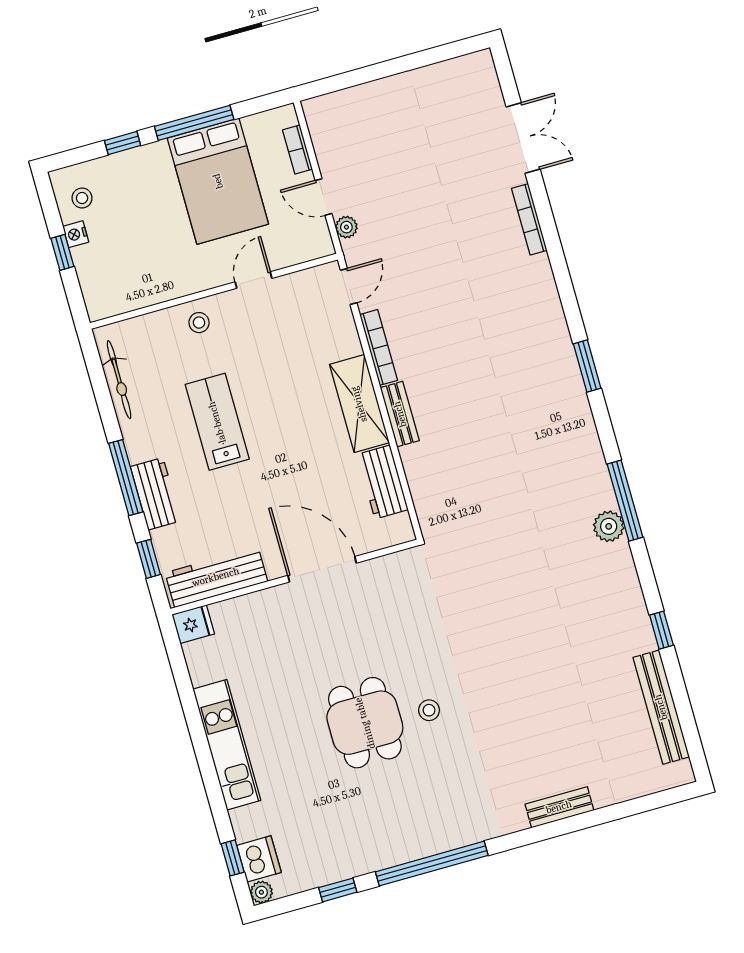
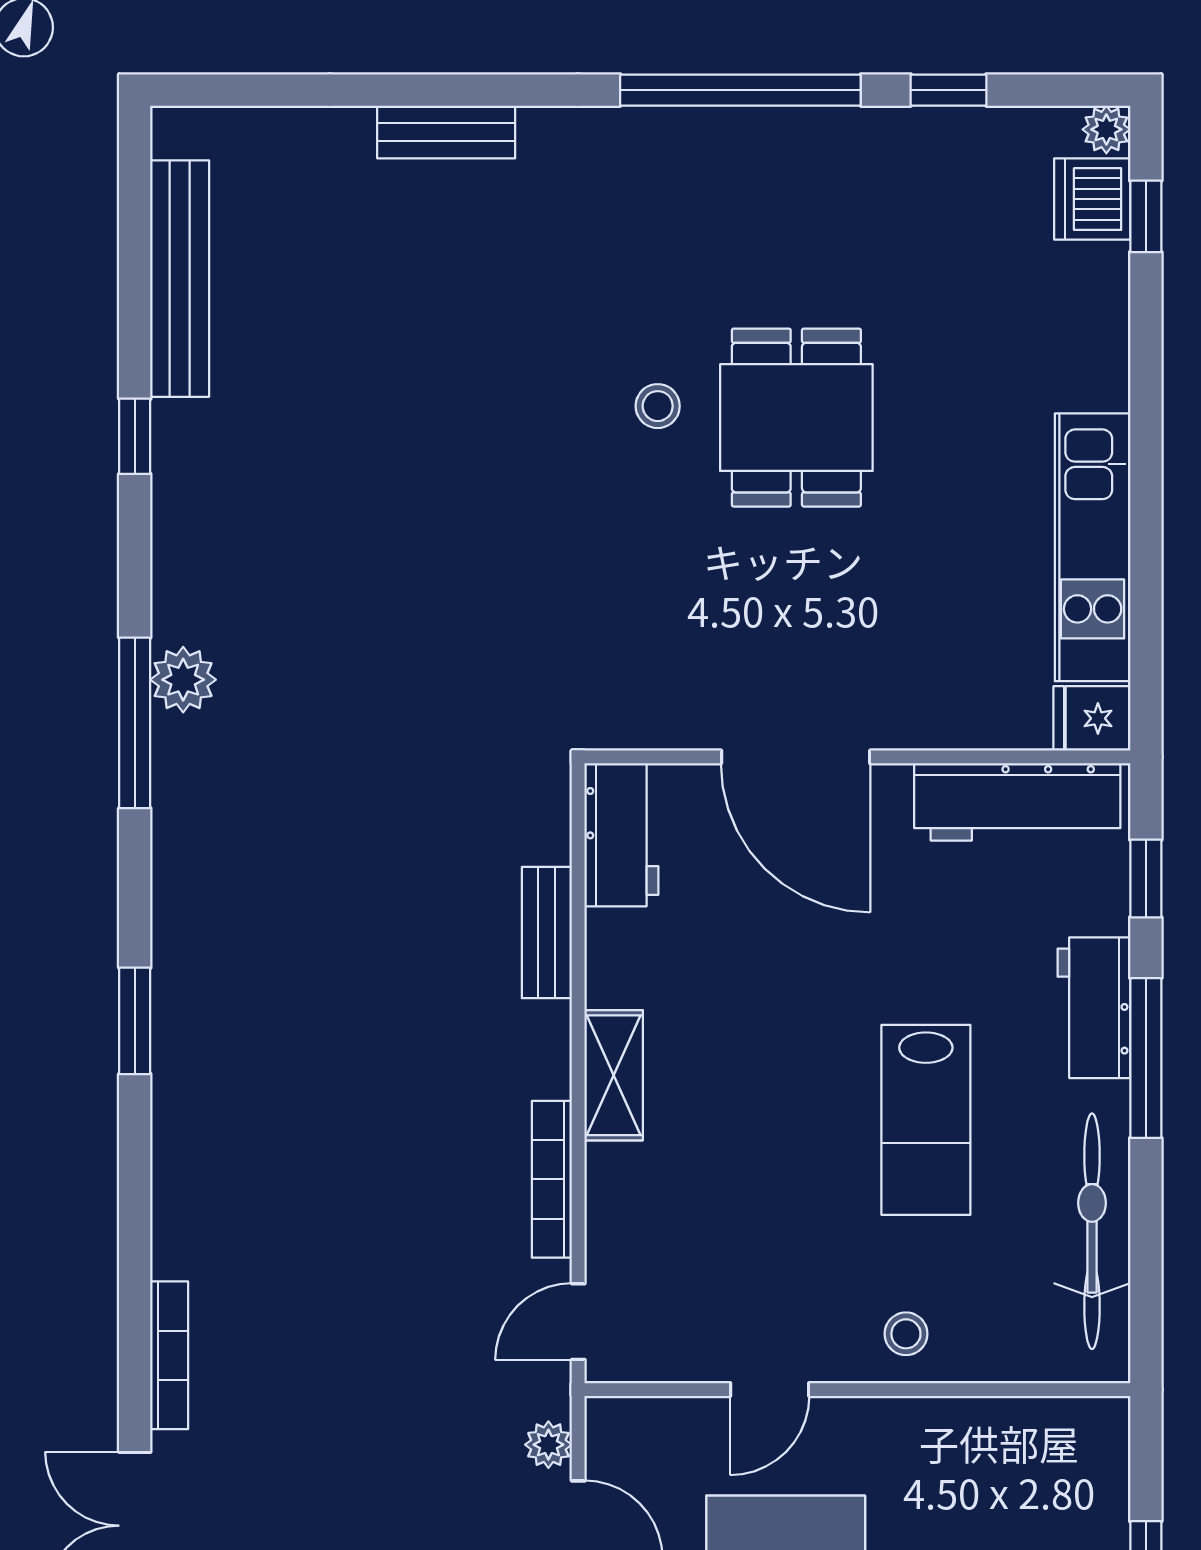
bicycle: (119, 380) -> (1092, 1231), width x1.37, depth x1.40
shelving: (359, 404) -> (614, 1075), width x0.67, depth x0.75
bench: (400, 414) -> (547, 933), moved
workbench: (383, 482) -> (621, 835), moved
kitchen unit: (227, 745) -> (1093, 547), moved

